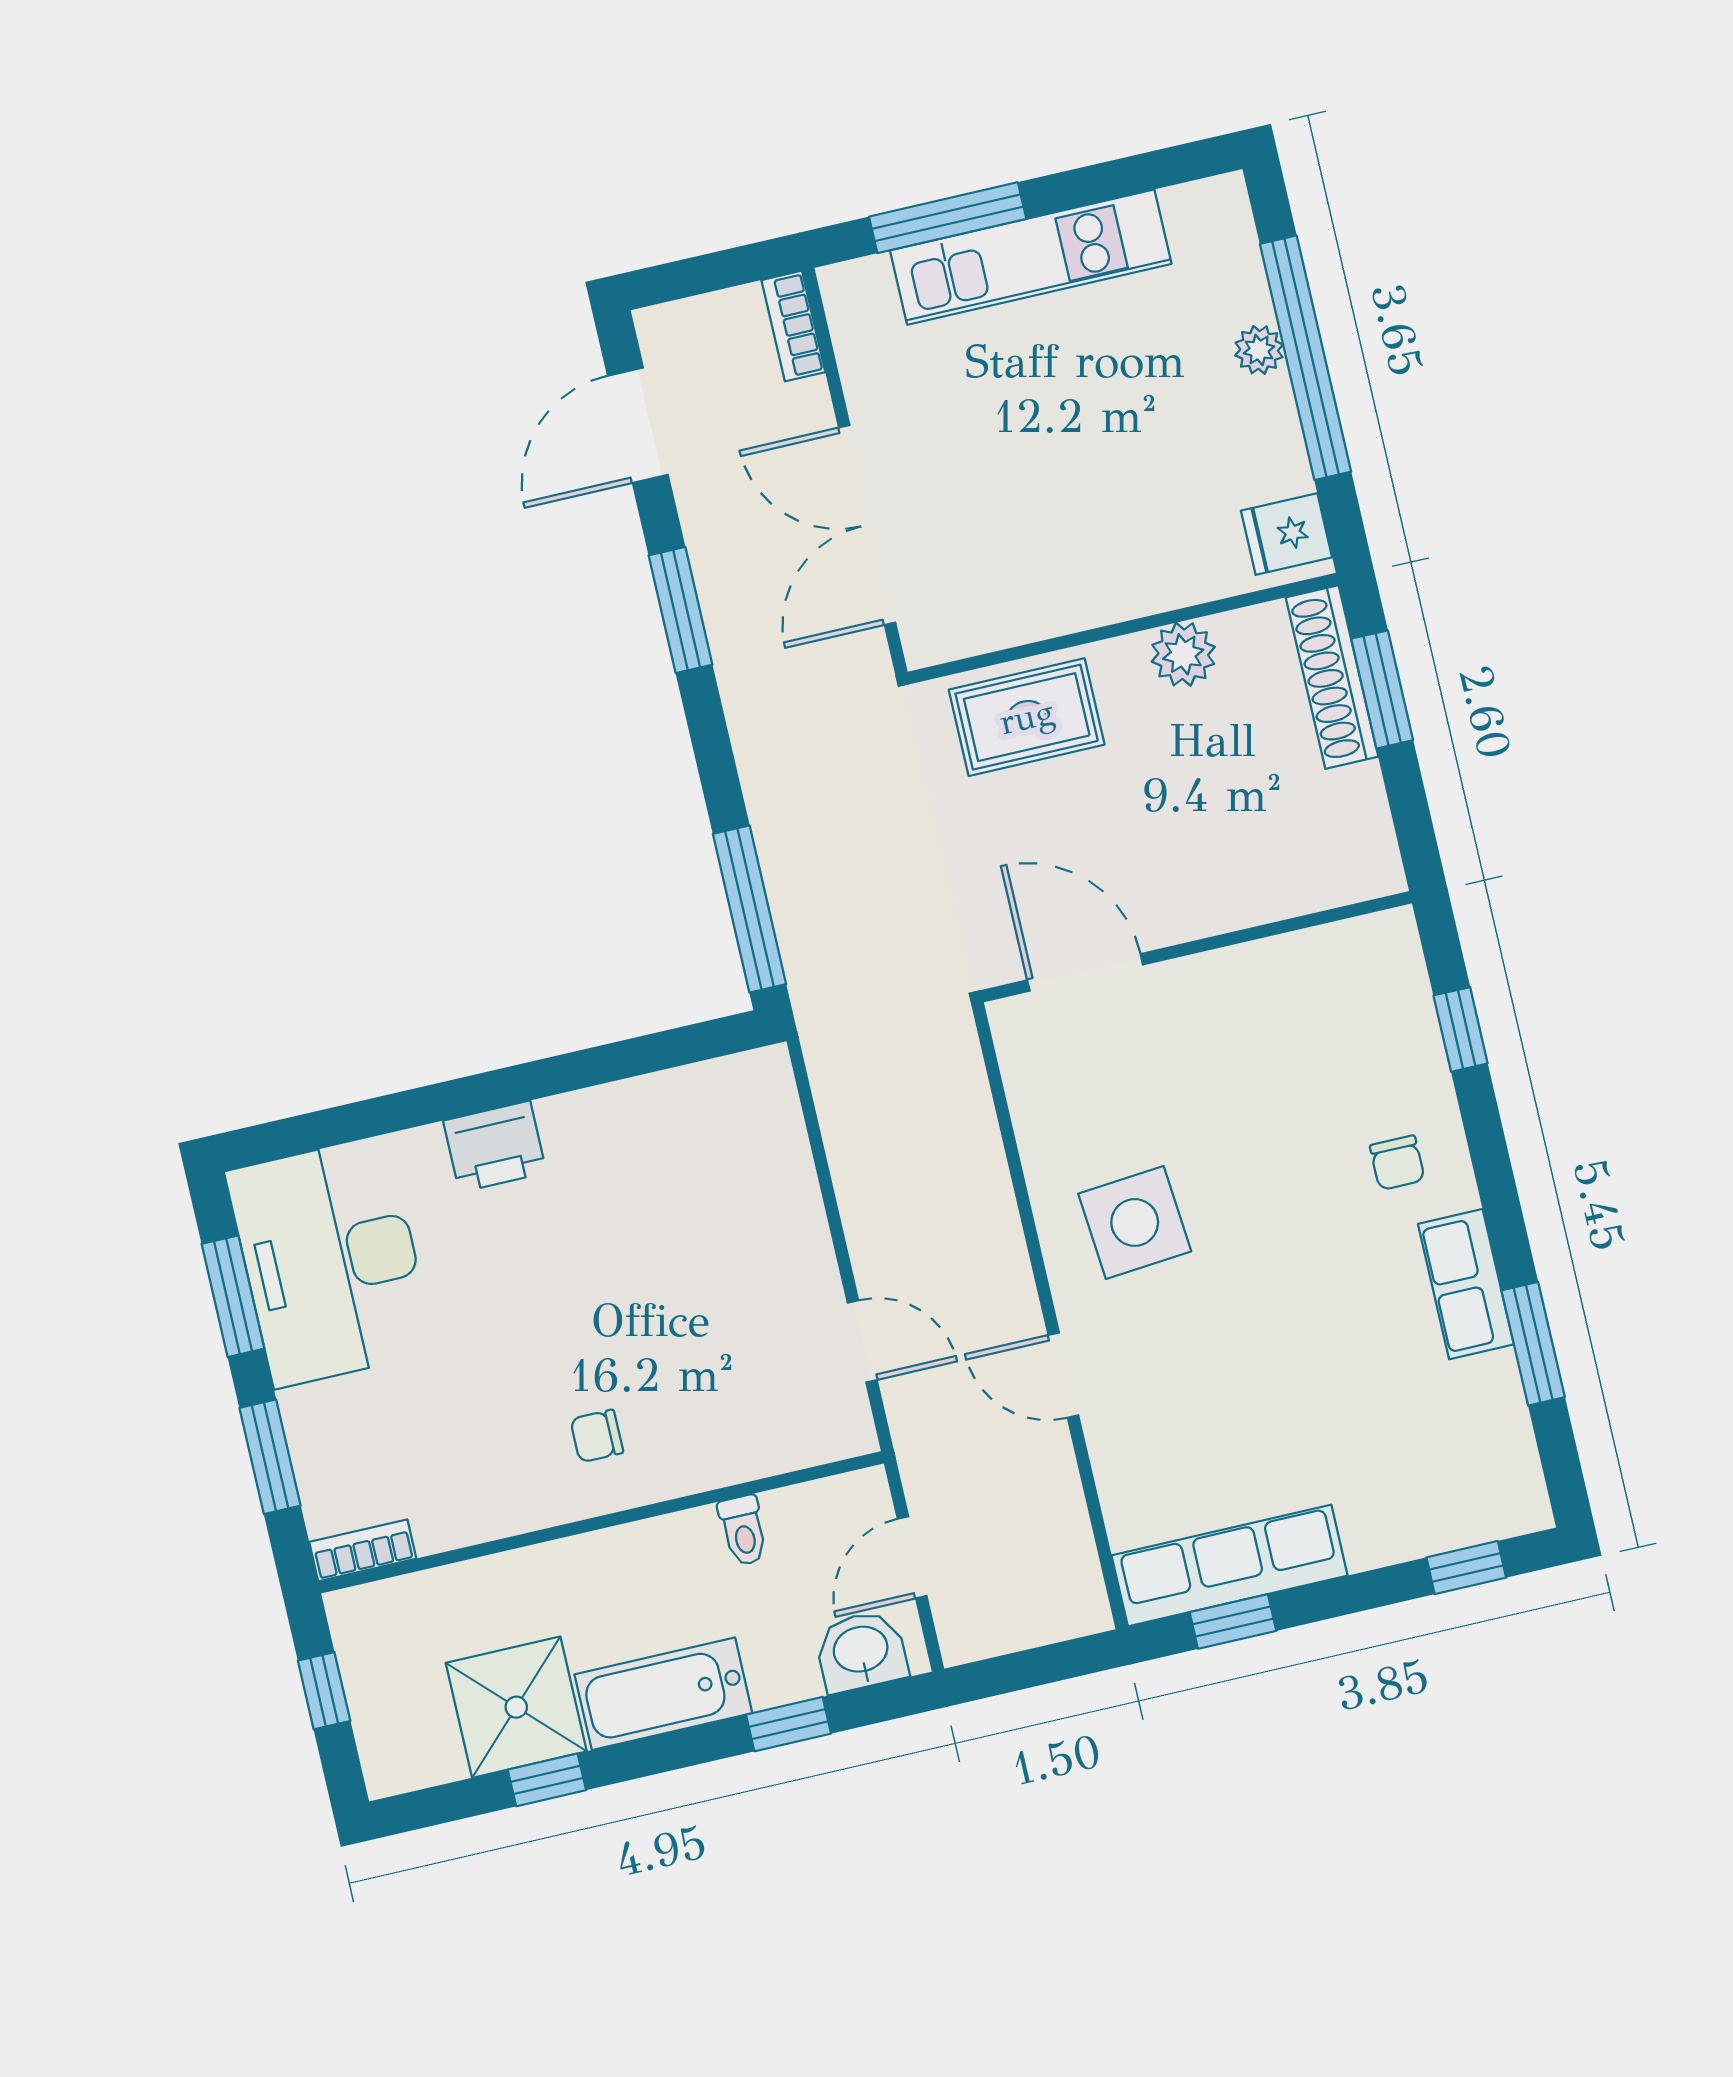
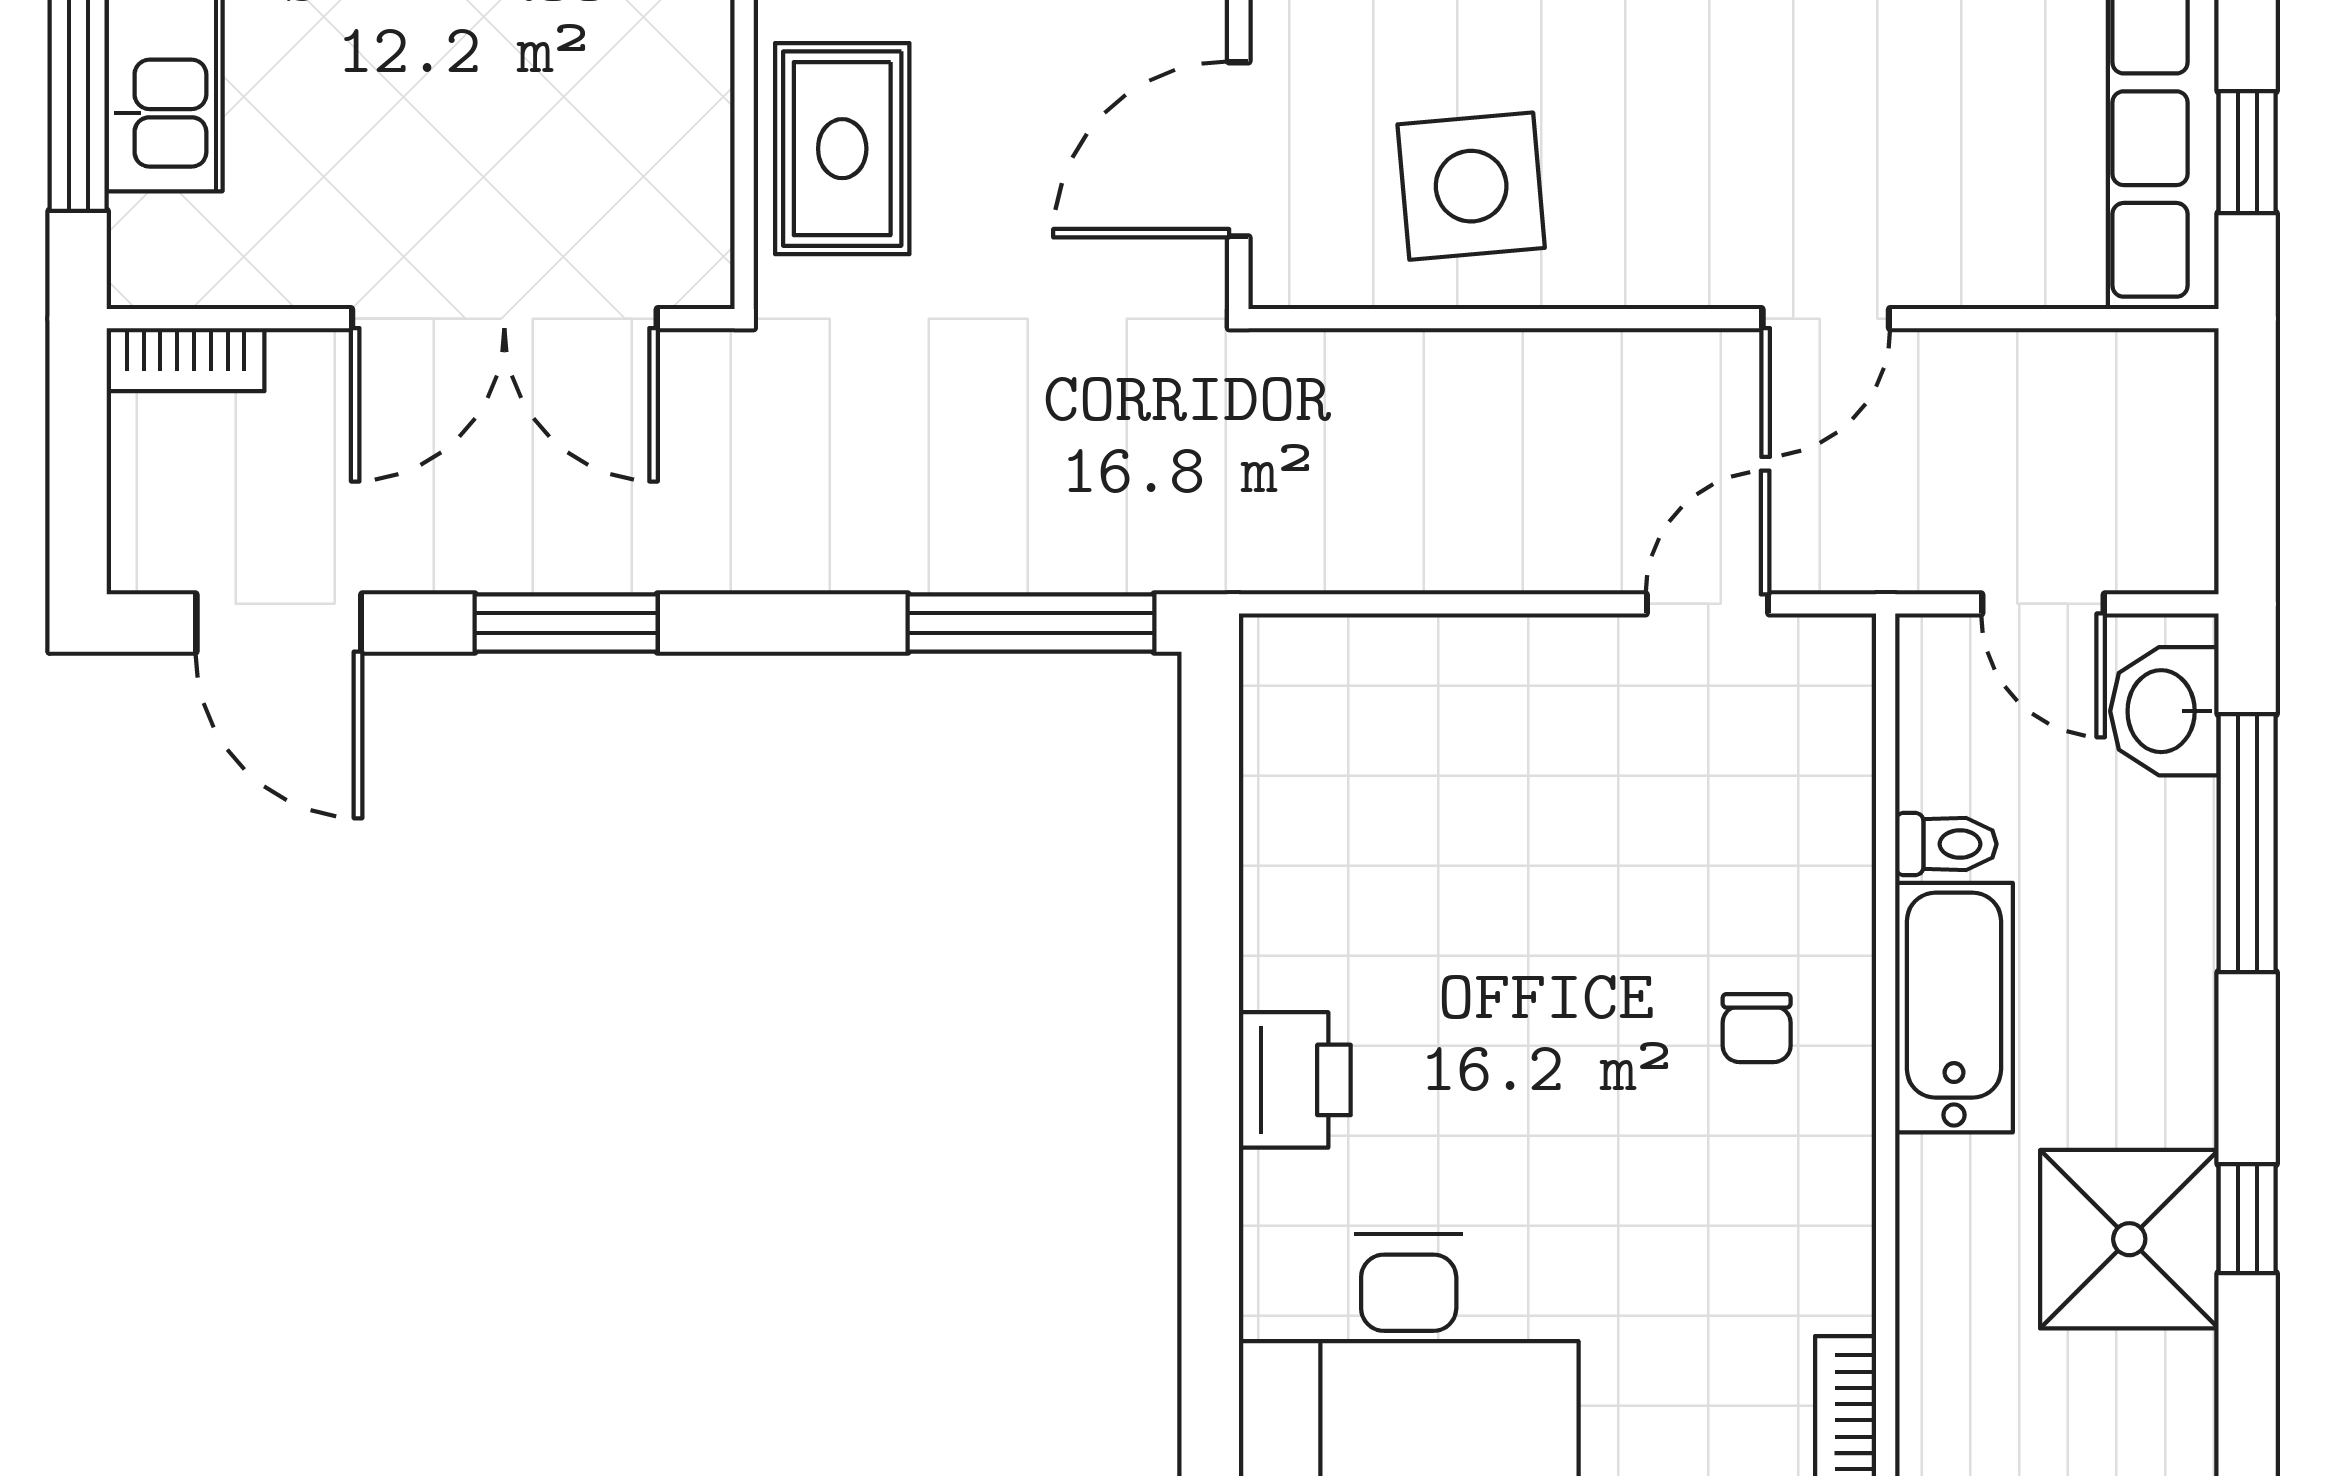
side table: (1135, 1222) -> (1471, 186), moved
bathtub: (663, 1694) -> (1954, 1008), moved, turned 180
window: (789, 1724) -> (2247, 843), width x2.17

